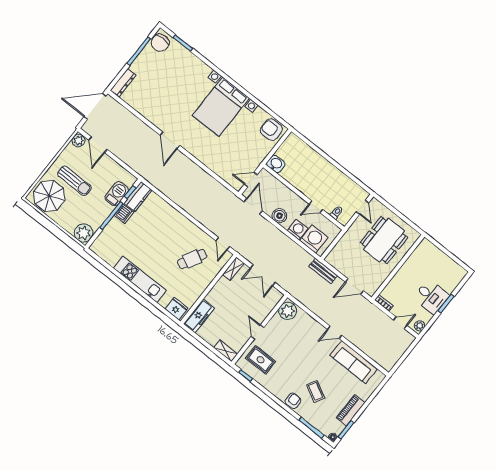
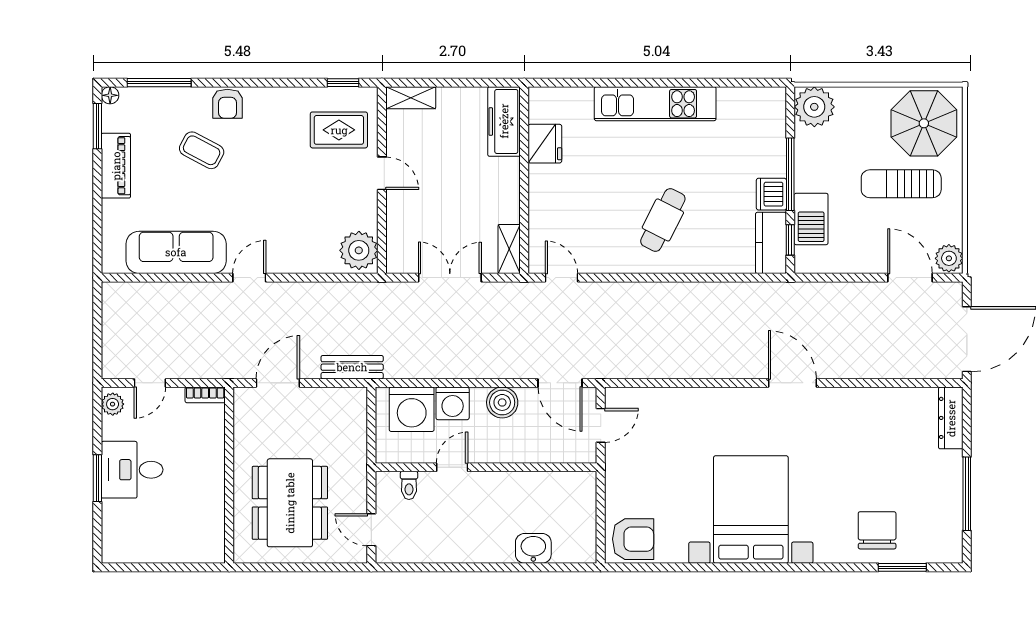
chair: (160, 43) -> (877, 530), moved
washbasin: (276, 164) -> (533, 548), moved, turned 180
cafe table: (192, 259) -> (663, 220), moved
fridge: (176, 309) -> (545, 144), moved, turned -90

